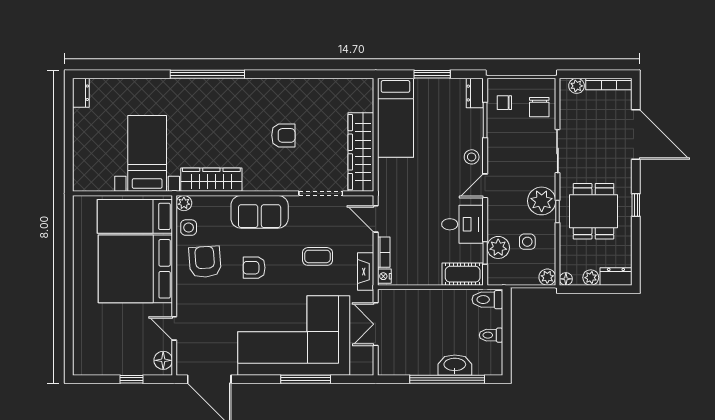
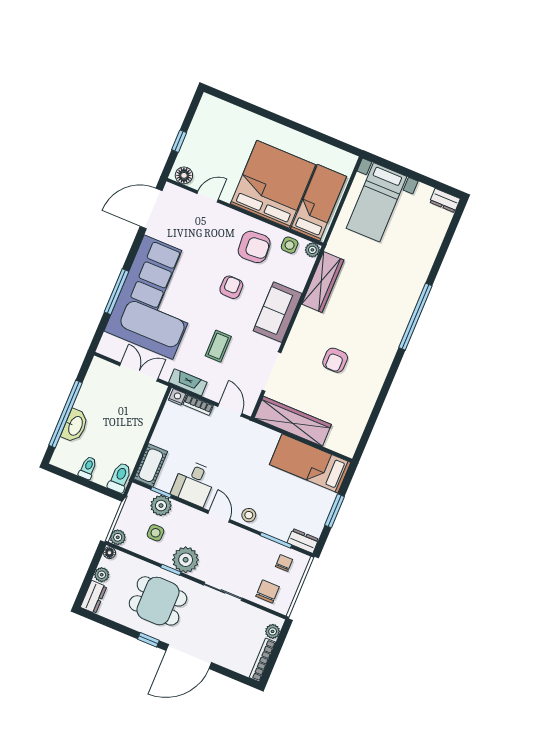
chair: (539, 107) -> (268, 592), turned 90
door: (636, 134) -> (189, 657), moved
bed with nightstands: (147, 153) -> (377, 202), moved, turned 90
door: (376, 219) -> (230, 410), hinge flipped

